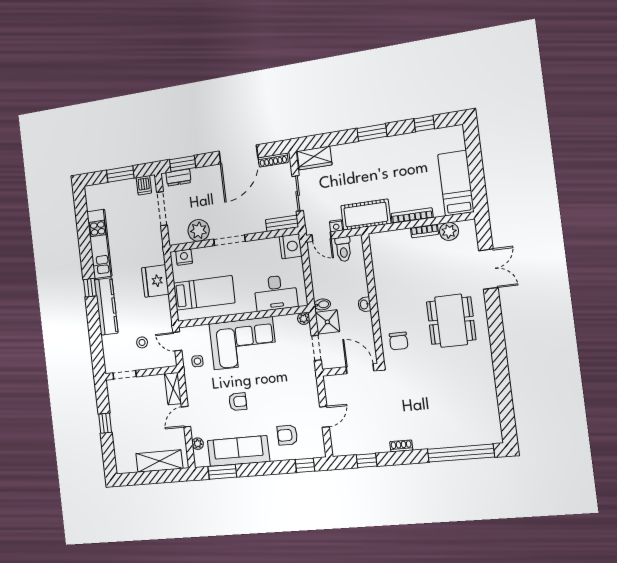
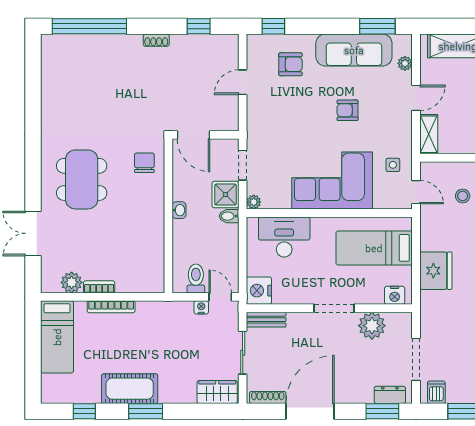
cot: (366, 215) -> (130, 389), moved

